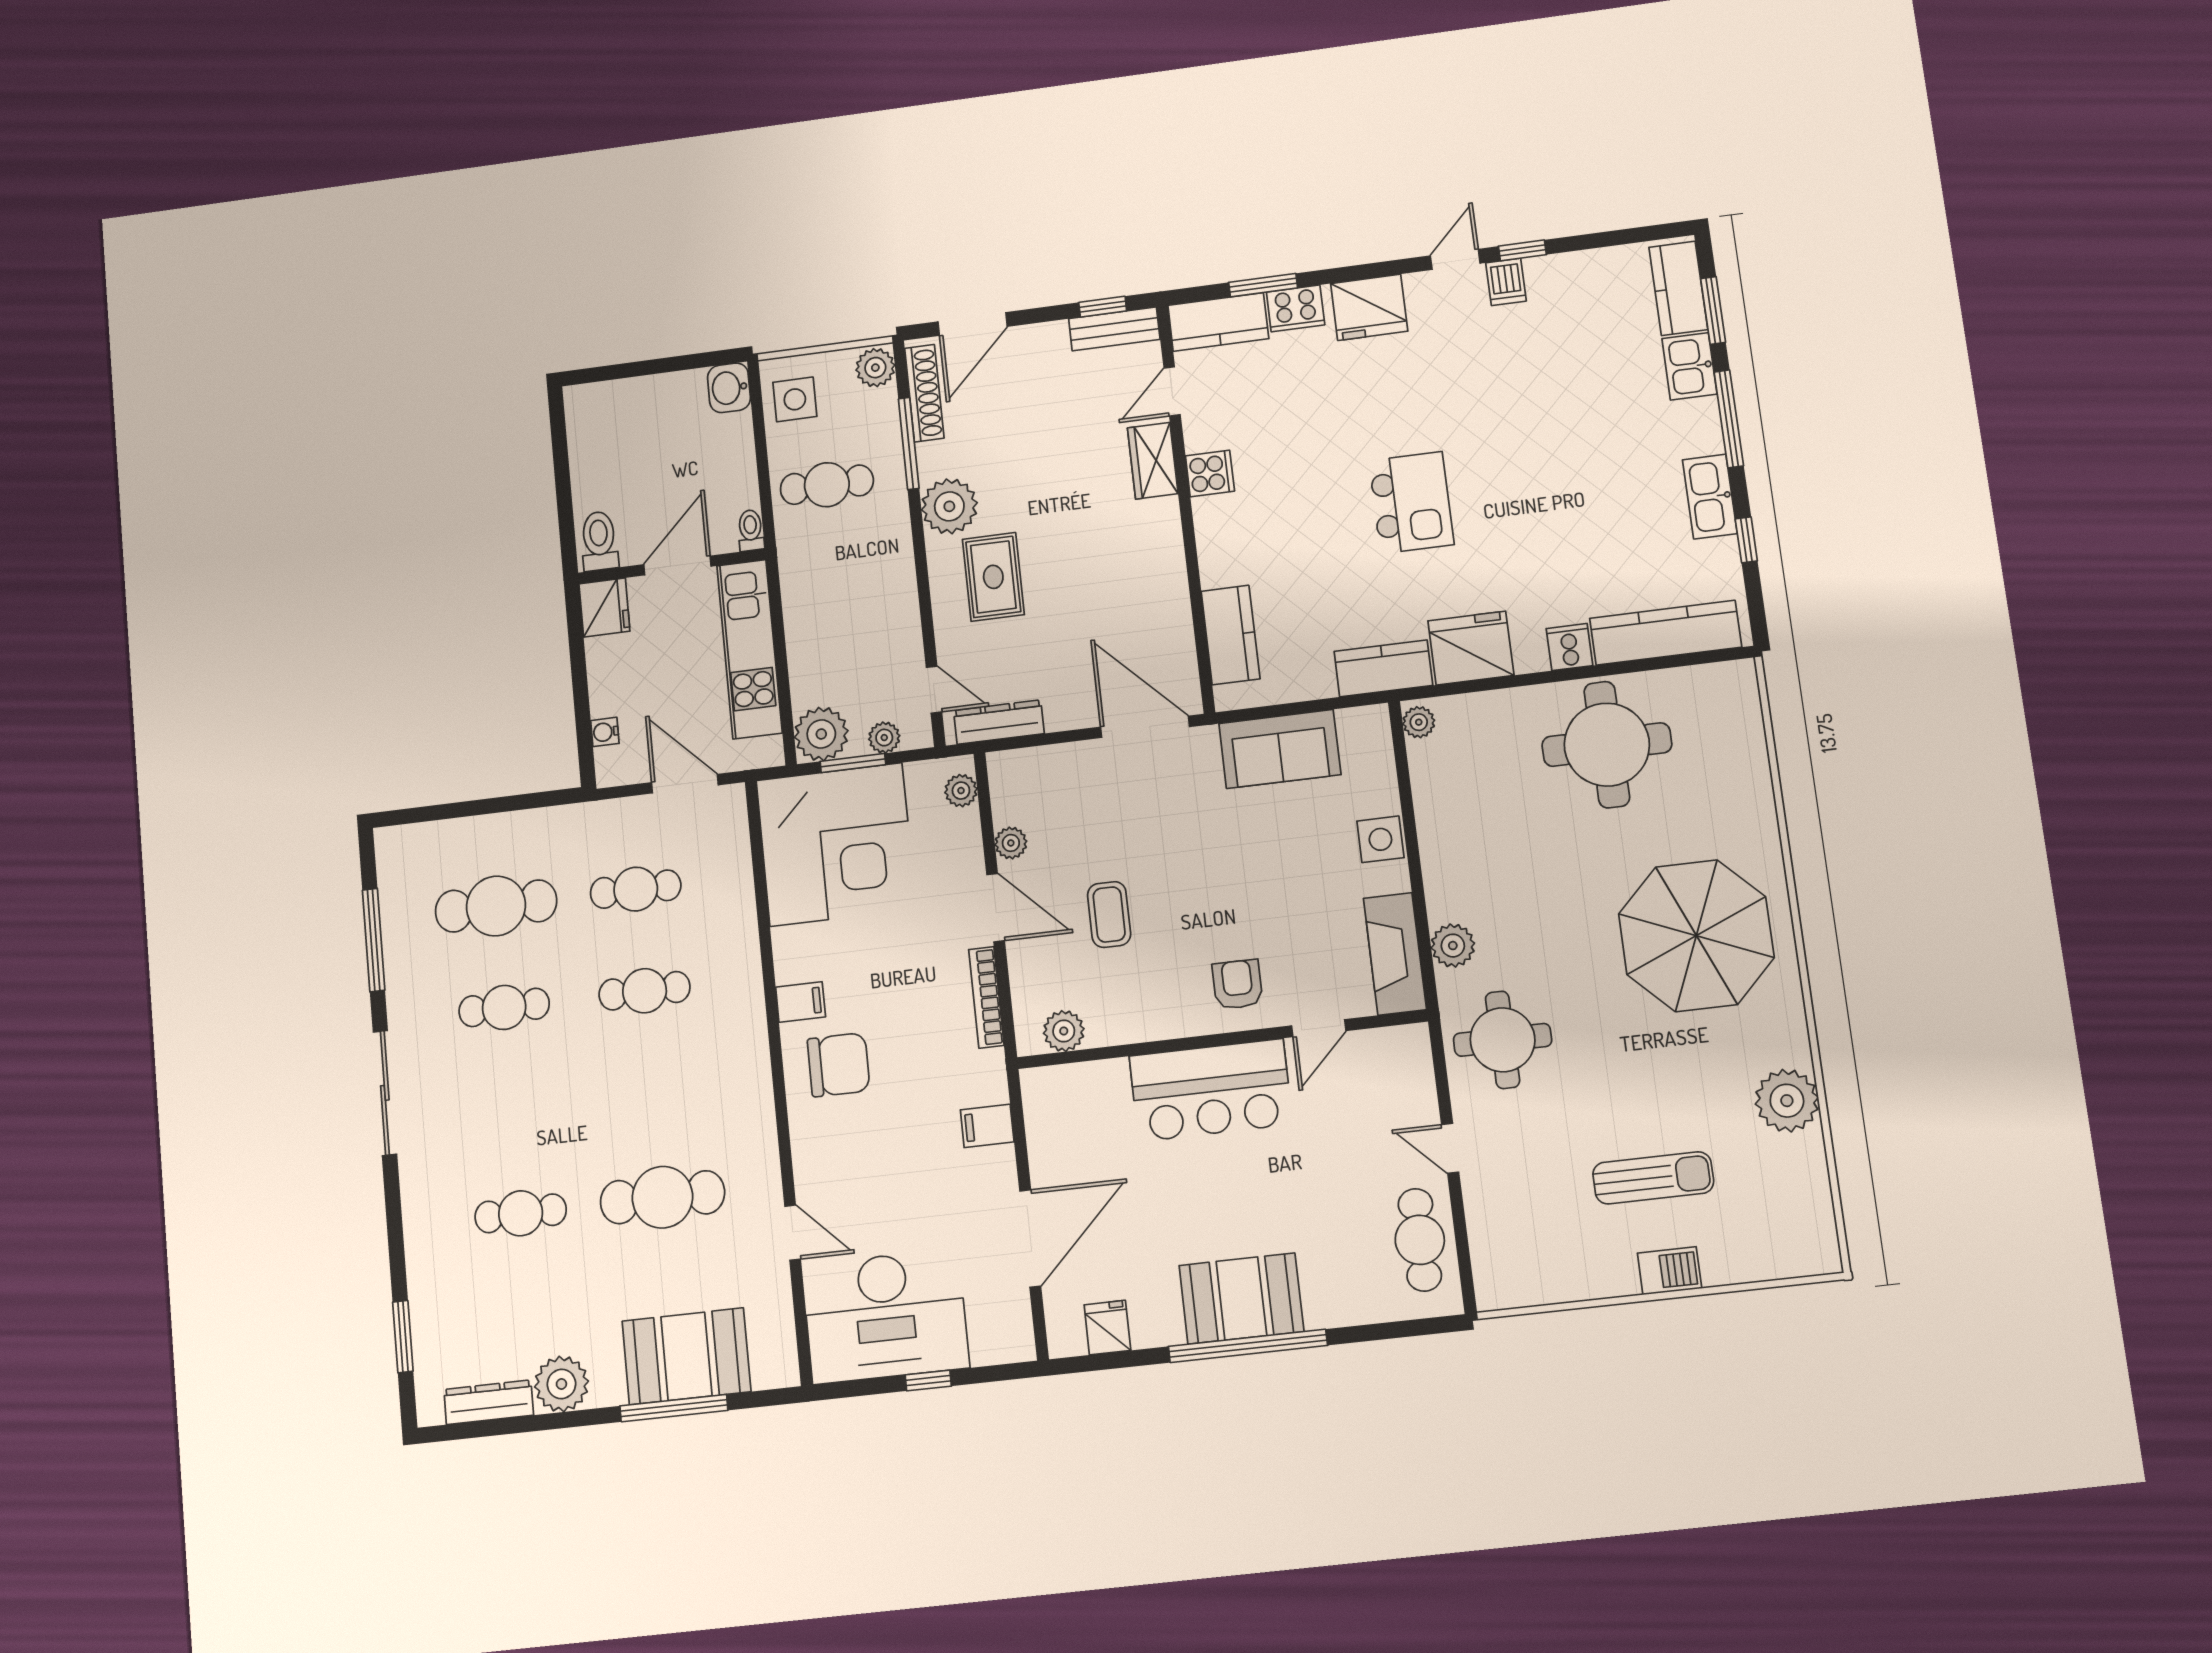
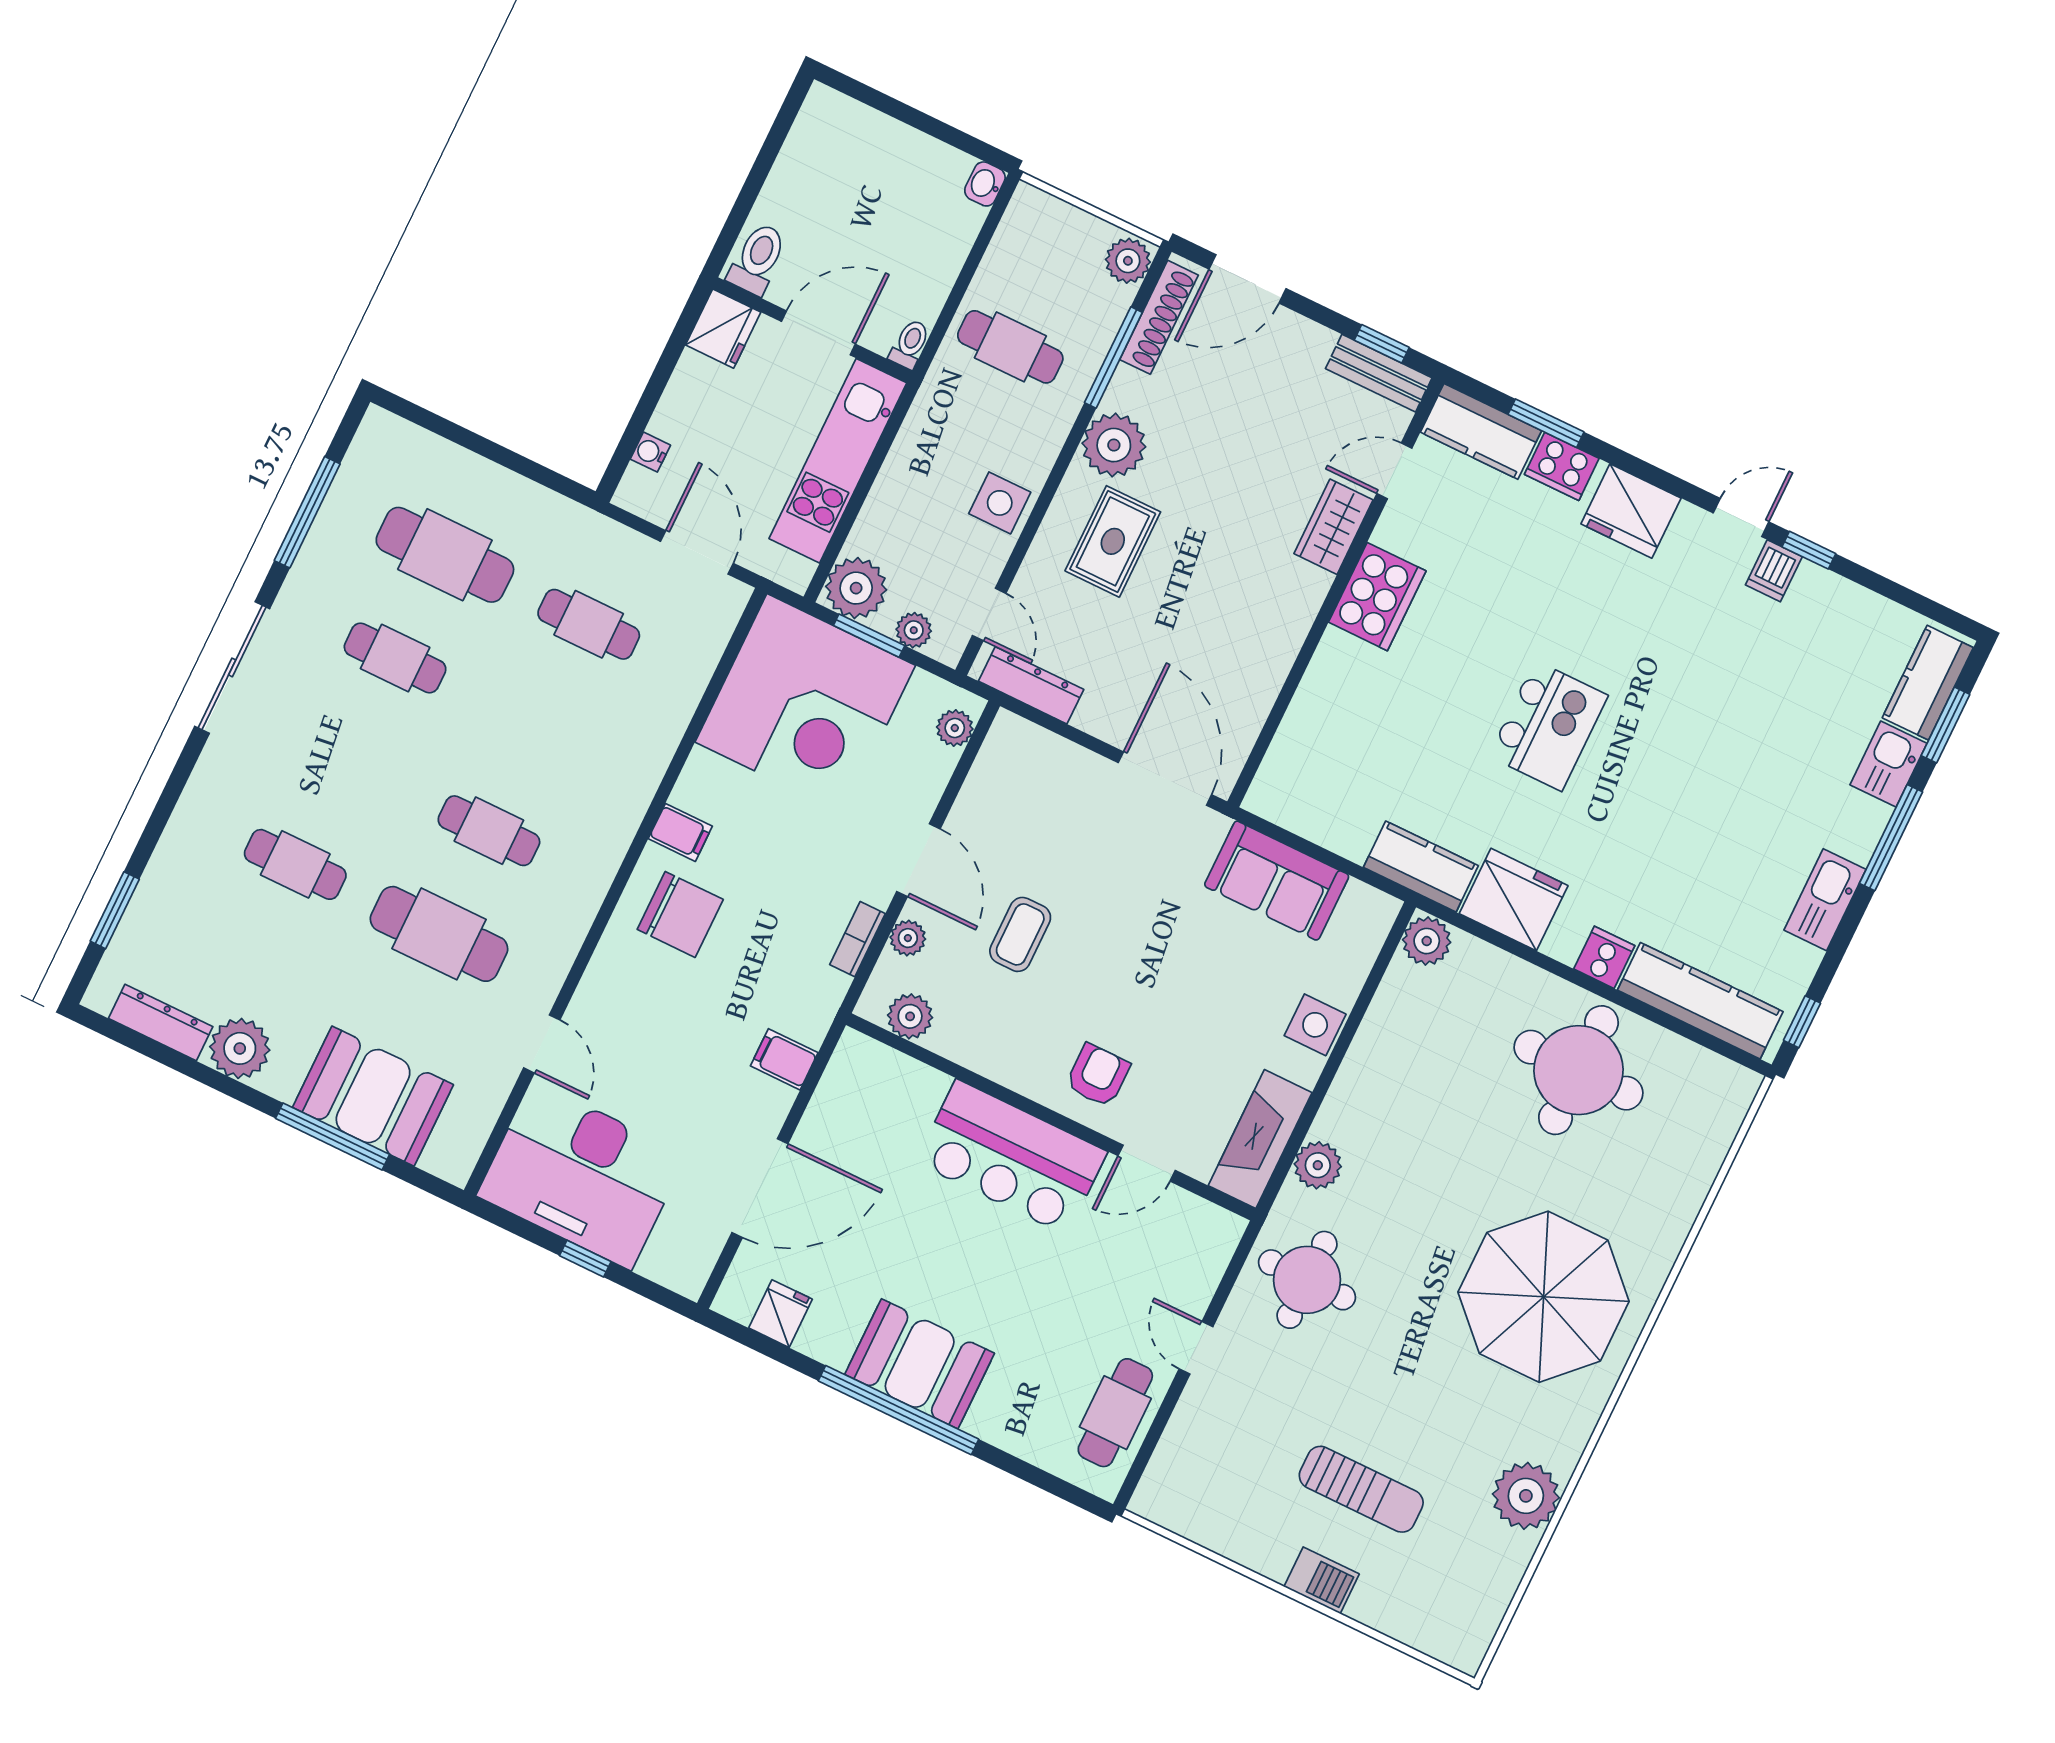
washbasin: (729, 388) -> (985, 184), width x0.72, depth x0.69
side table: (795, 399) -> (1000, 503), moved
cooker: (1210, 473) -> (1377, 597), width x1.87, depth x1.31
window: (1746, 540) -> (1802, 1022), moved
kitchen counter: (1231, 635) -> (1300, 743), removed
plant: (1419, 722) -> (1427, 941), width x1.38, depth x1.38
plant: (1011, 843) -> (908, 938), moved
cafe table: (644, 991) -> (489, 831), moved
bookcase: (986, 997) -> (857, 939), width x0.64

